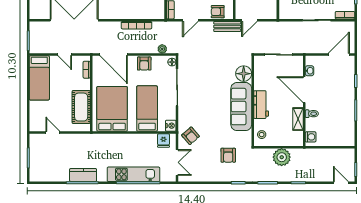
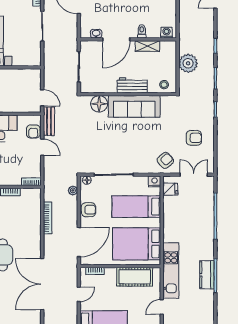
door: (190, 20) -> (42, 147), moved
armchair: (228, 155) -> (194, 138), moved
kitchen unit: (133, 174) -> (171, 271), moved, turned 180

